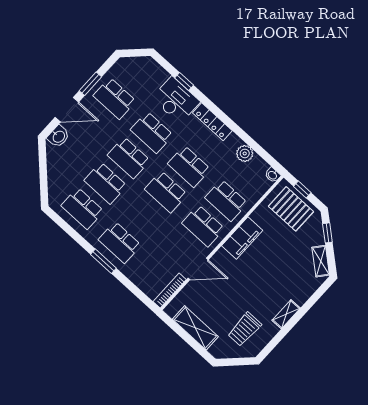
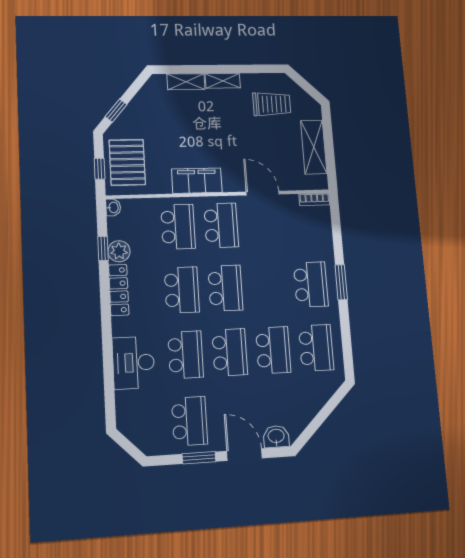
window: (184, 82) -> (103, 248), moved
locker: (212, 122) -> (119, 290), moved
shelving: (321, 261) -> (186, 82), moved, turned 50
bookcase: (170, 291) -> (314, 199), width x0.64

